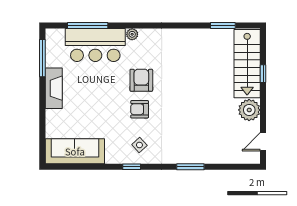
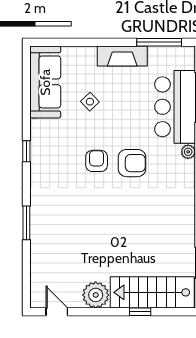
side table: (139, 145) -> (90, 102), moved

